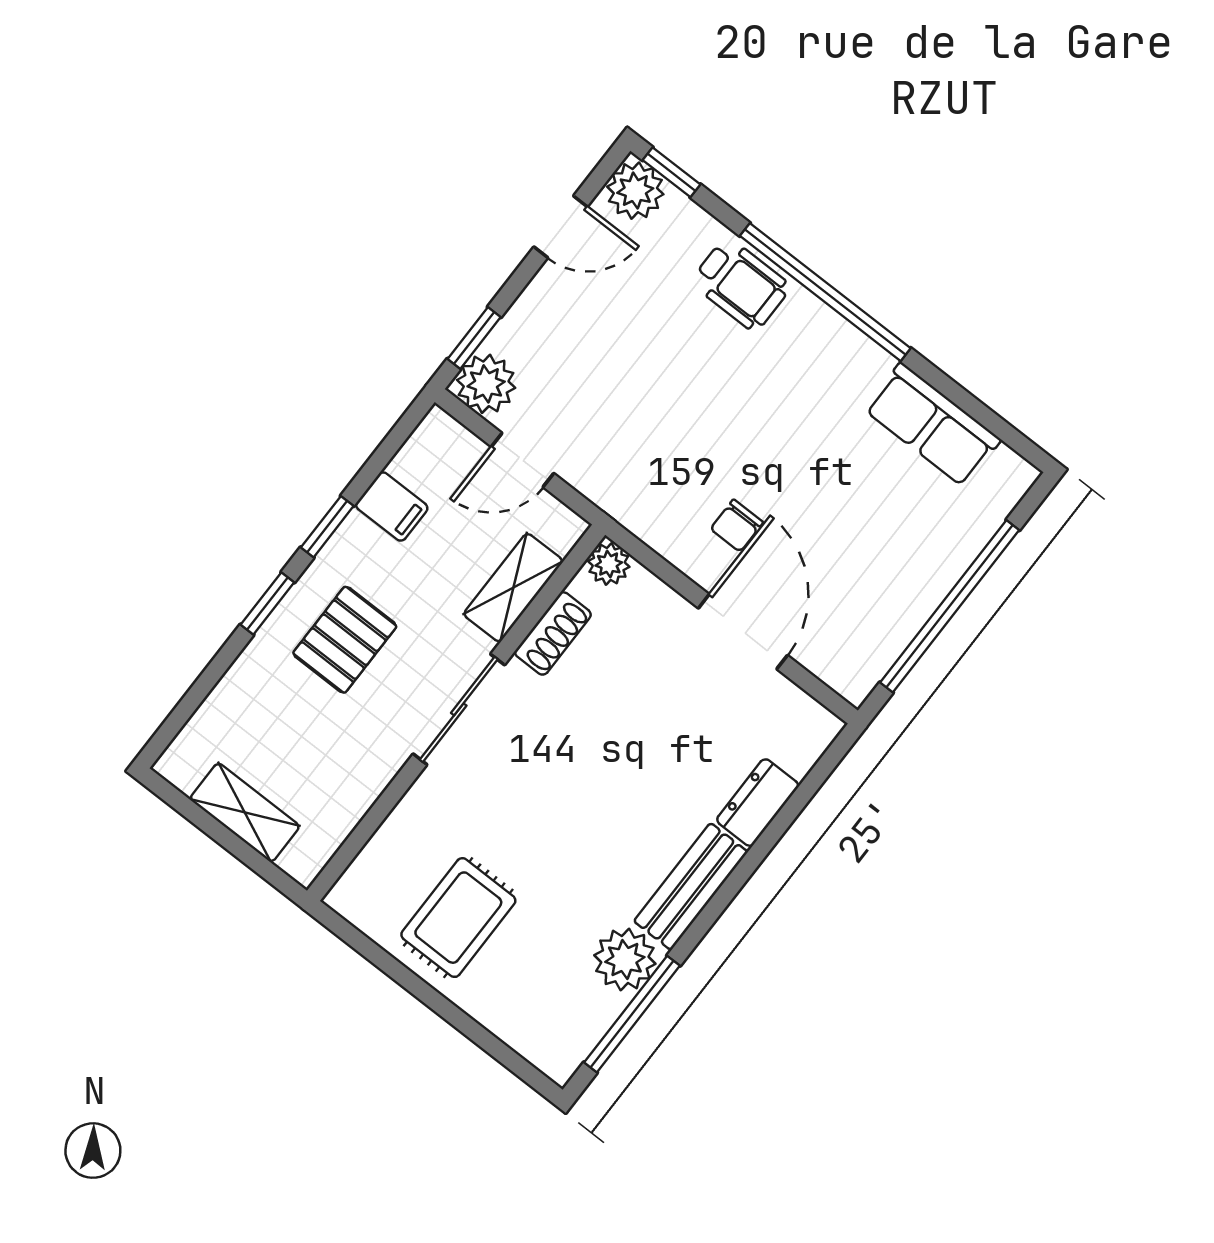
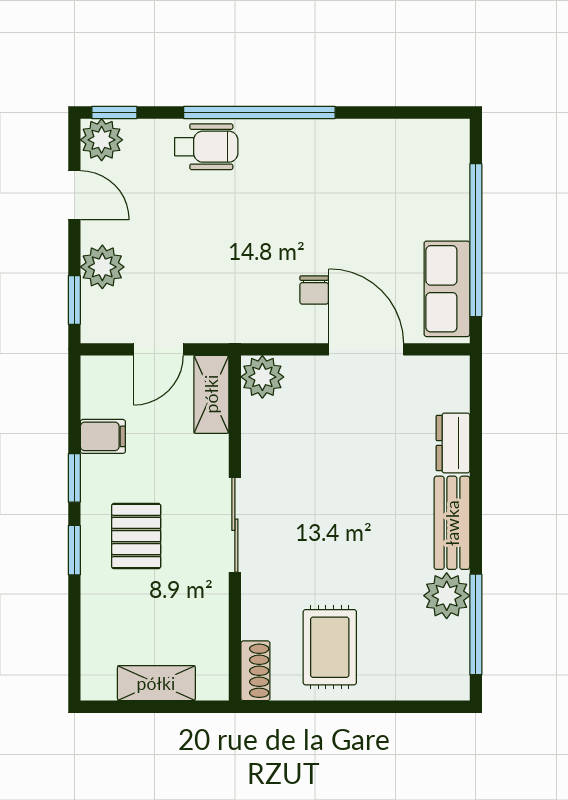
door: (561, 227) -> (74, 195), hinge flipped
plant: (486, 384) -> (102, 267), moved
row of seats: (932, 425) -> (447, 289), moved, turned 90
plant: (609, 564) -> (262, 377), width x1.38, depth x1.38
shelving: (513, 588) -> (211, 394), moved
shoe rack: (553, 633) -> (255, 671), moved

